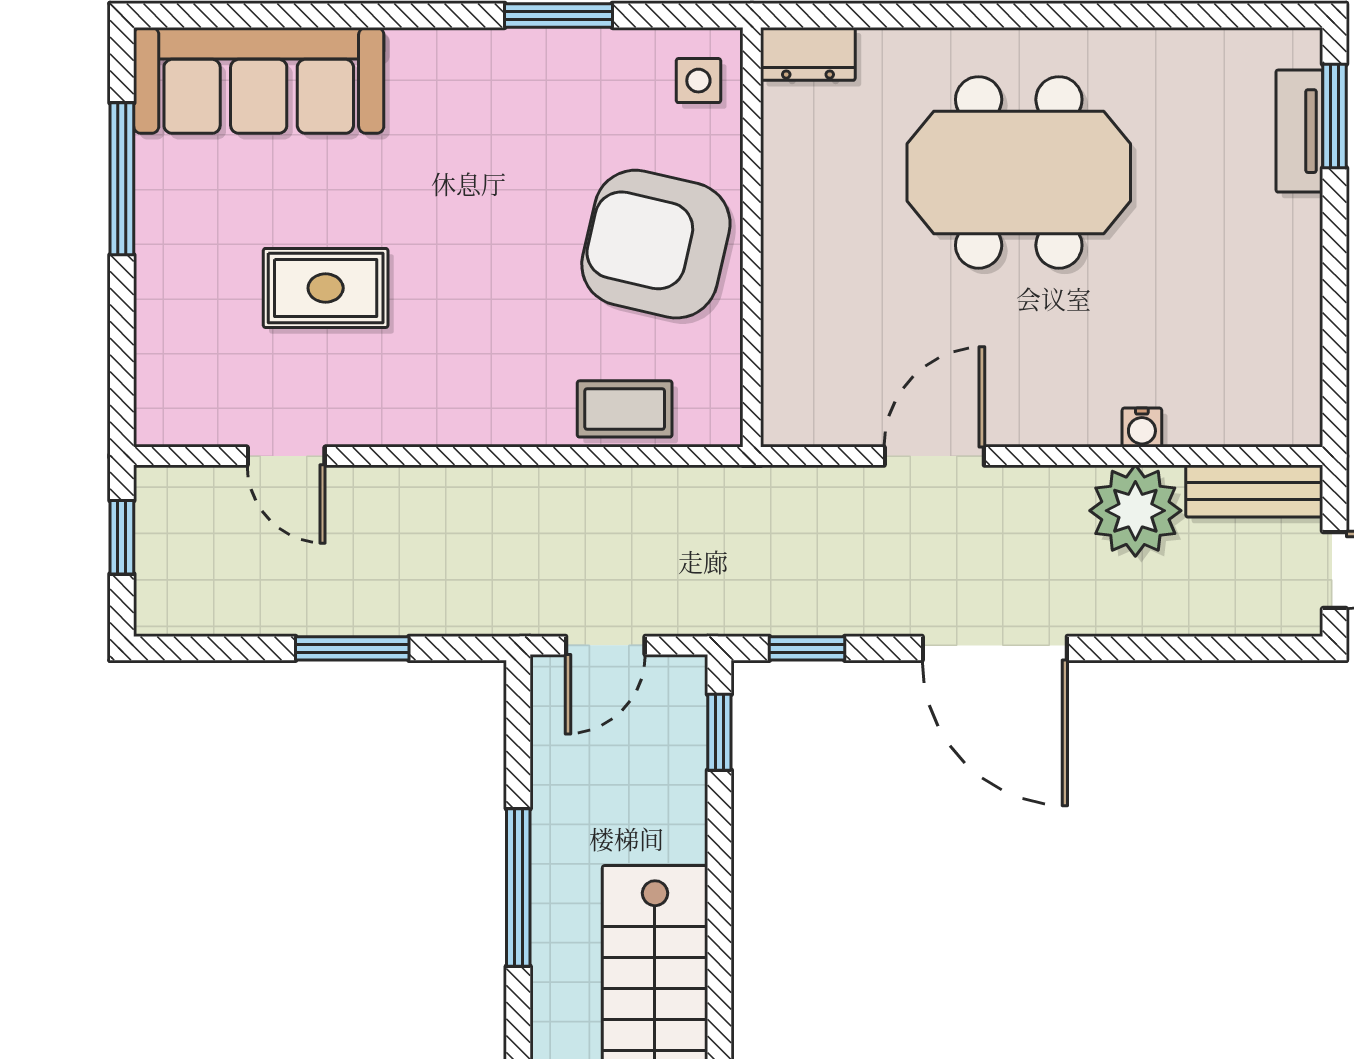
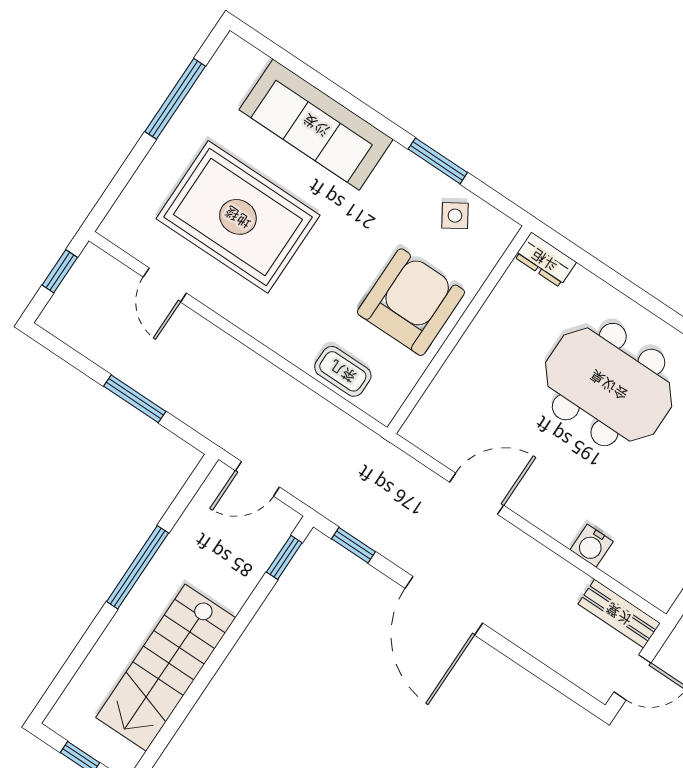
sofa: (259, 80) -> (316, 125), moved
side table: (698, 81) -> (455, 216), moved, turned -32
armchair: (656, 244) -> (411, 302), turned 77
rug: (326, 288) -> (238, 217), width x1.86, depth x2.06
water cooler: (1142, 428) -> (592, 546), width x1.38, depth x1.38
plant: (1135, 511) -> (556, 585), removed

